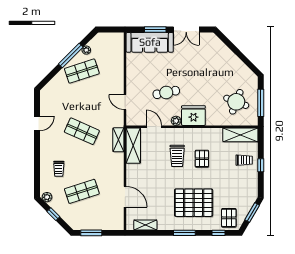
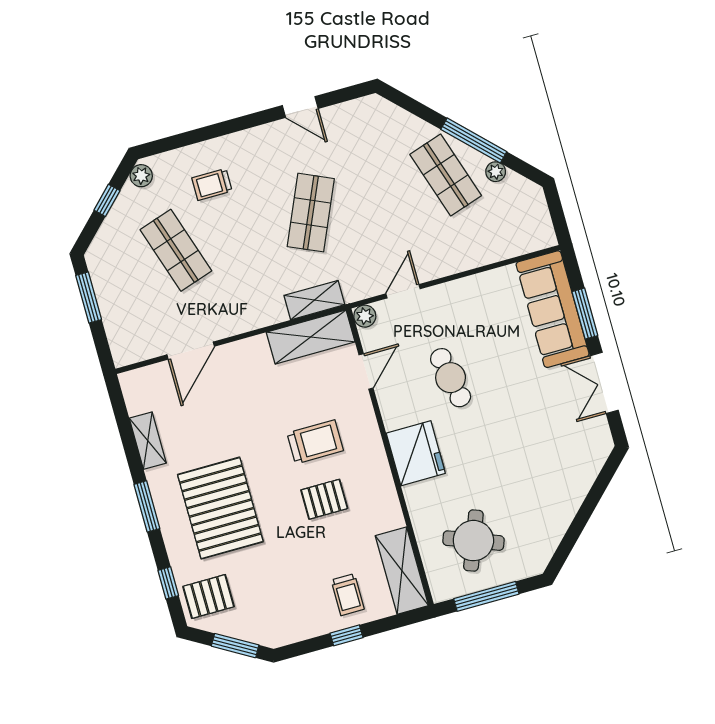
plant: (176, 121) -> (365, 316), moved
trolley: (177, 156) -> (315, 442), turned 180
shelving: (145, 225) -> (148, 441), moved

